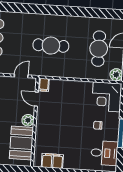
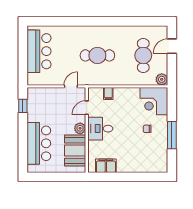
filing cabinet: (44, 85) -> (108, 93), moved
door: (36, 99) -> (87, 108), hinge flipped
desk: (104, 153) -> (100, 129), moved, turned 180

